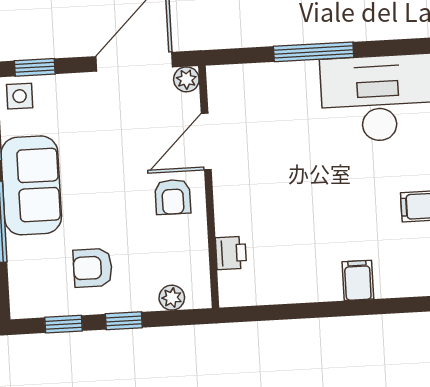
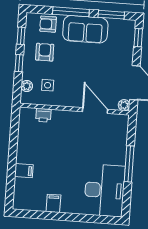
side table: (20, 96) -> (48, 85), moved
armchair: (173, 197) -> (48, 24), moved

